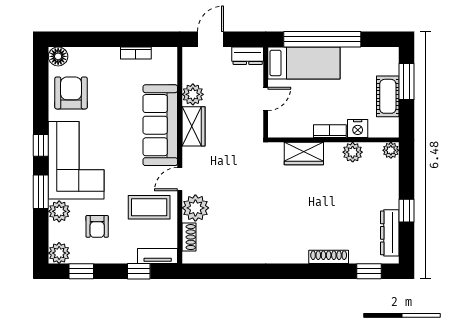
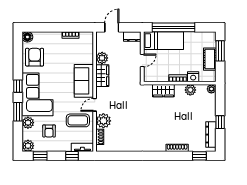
sofa: (160, 125) -> (84, 81), width x0.73

